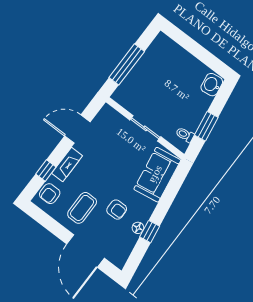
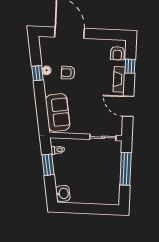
sliding door: (145, 128) -> (103, 137), moved
door: (77, 129) -> (128, 106), swing flipped
armchair: (50, 194) -> (117, 53), turned 180
coffee table: (82, 208) -> (91, 58), removed

